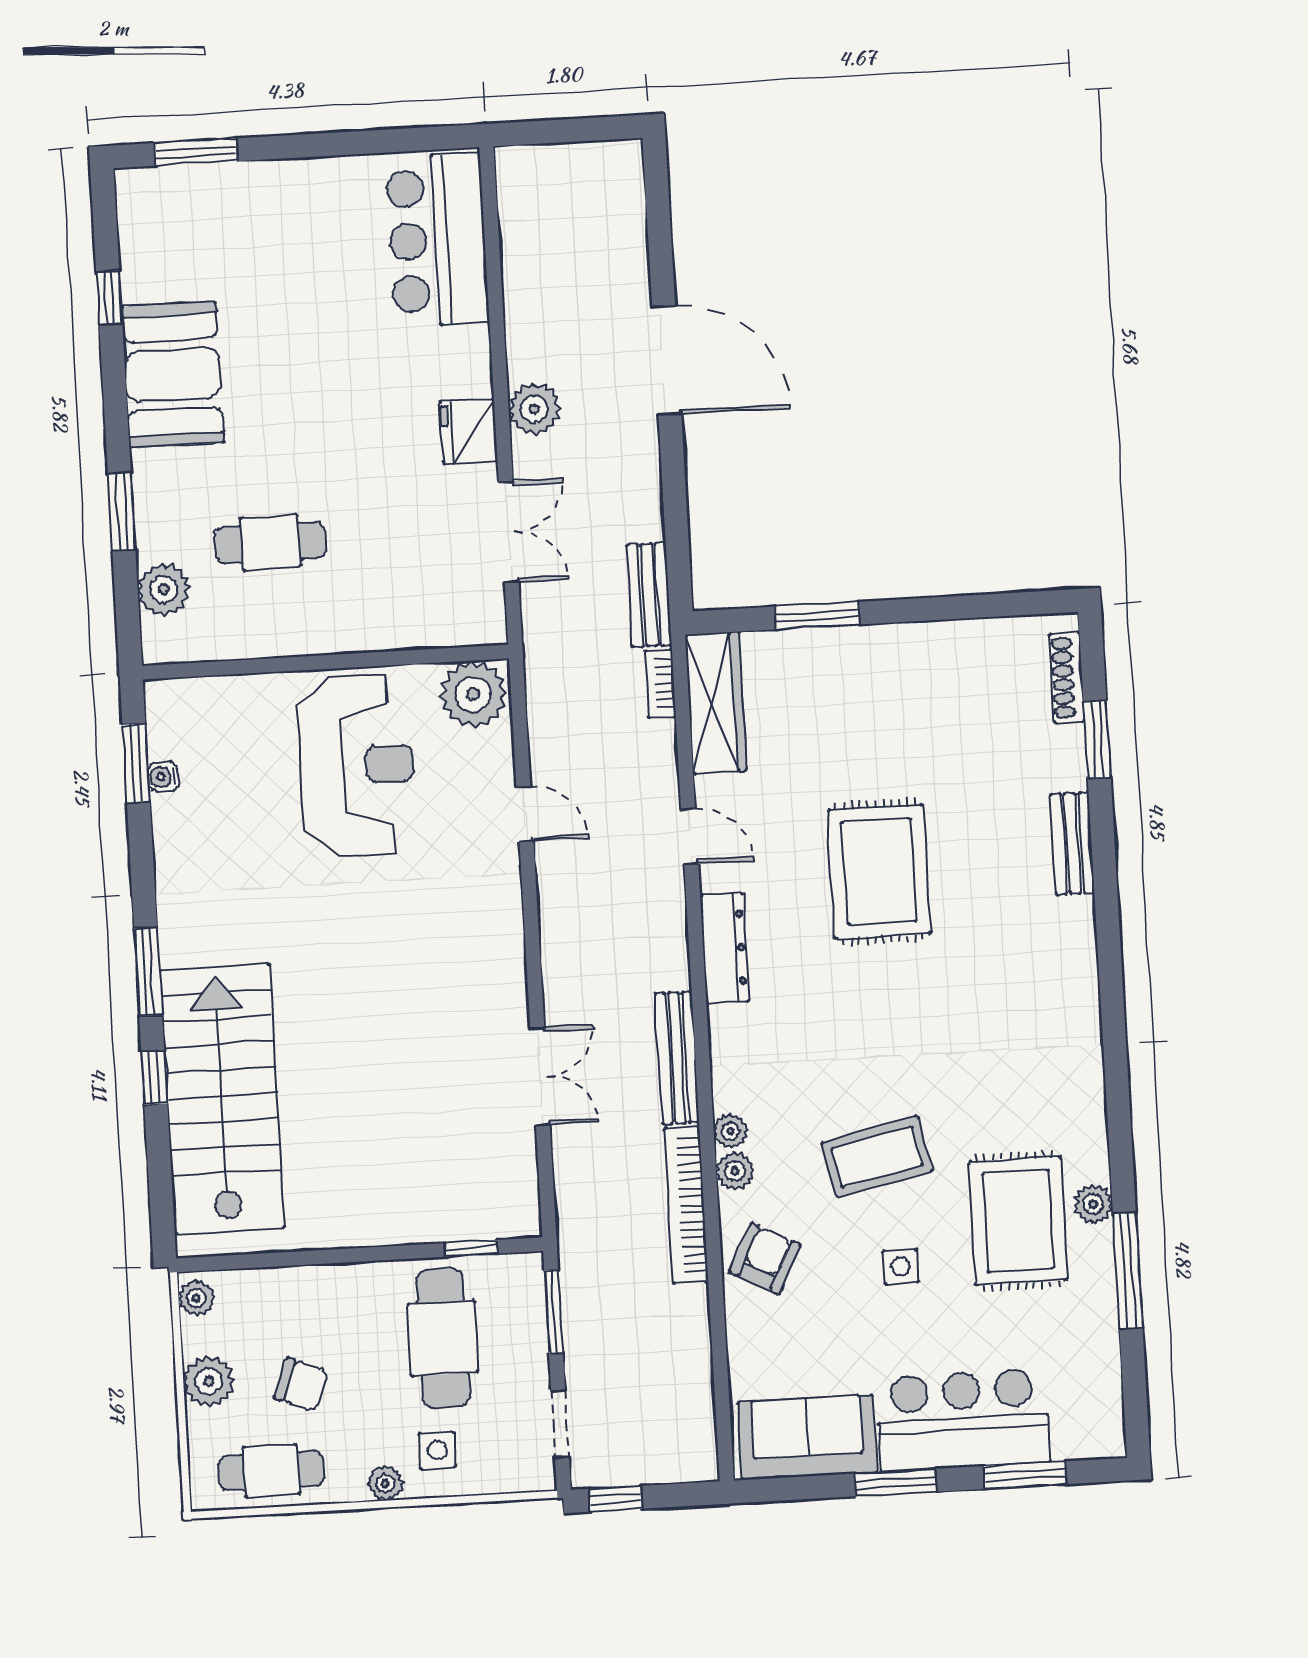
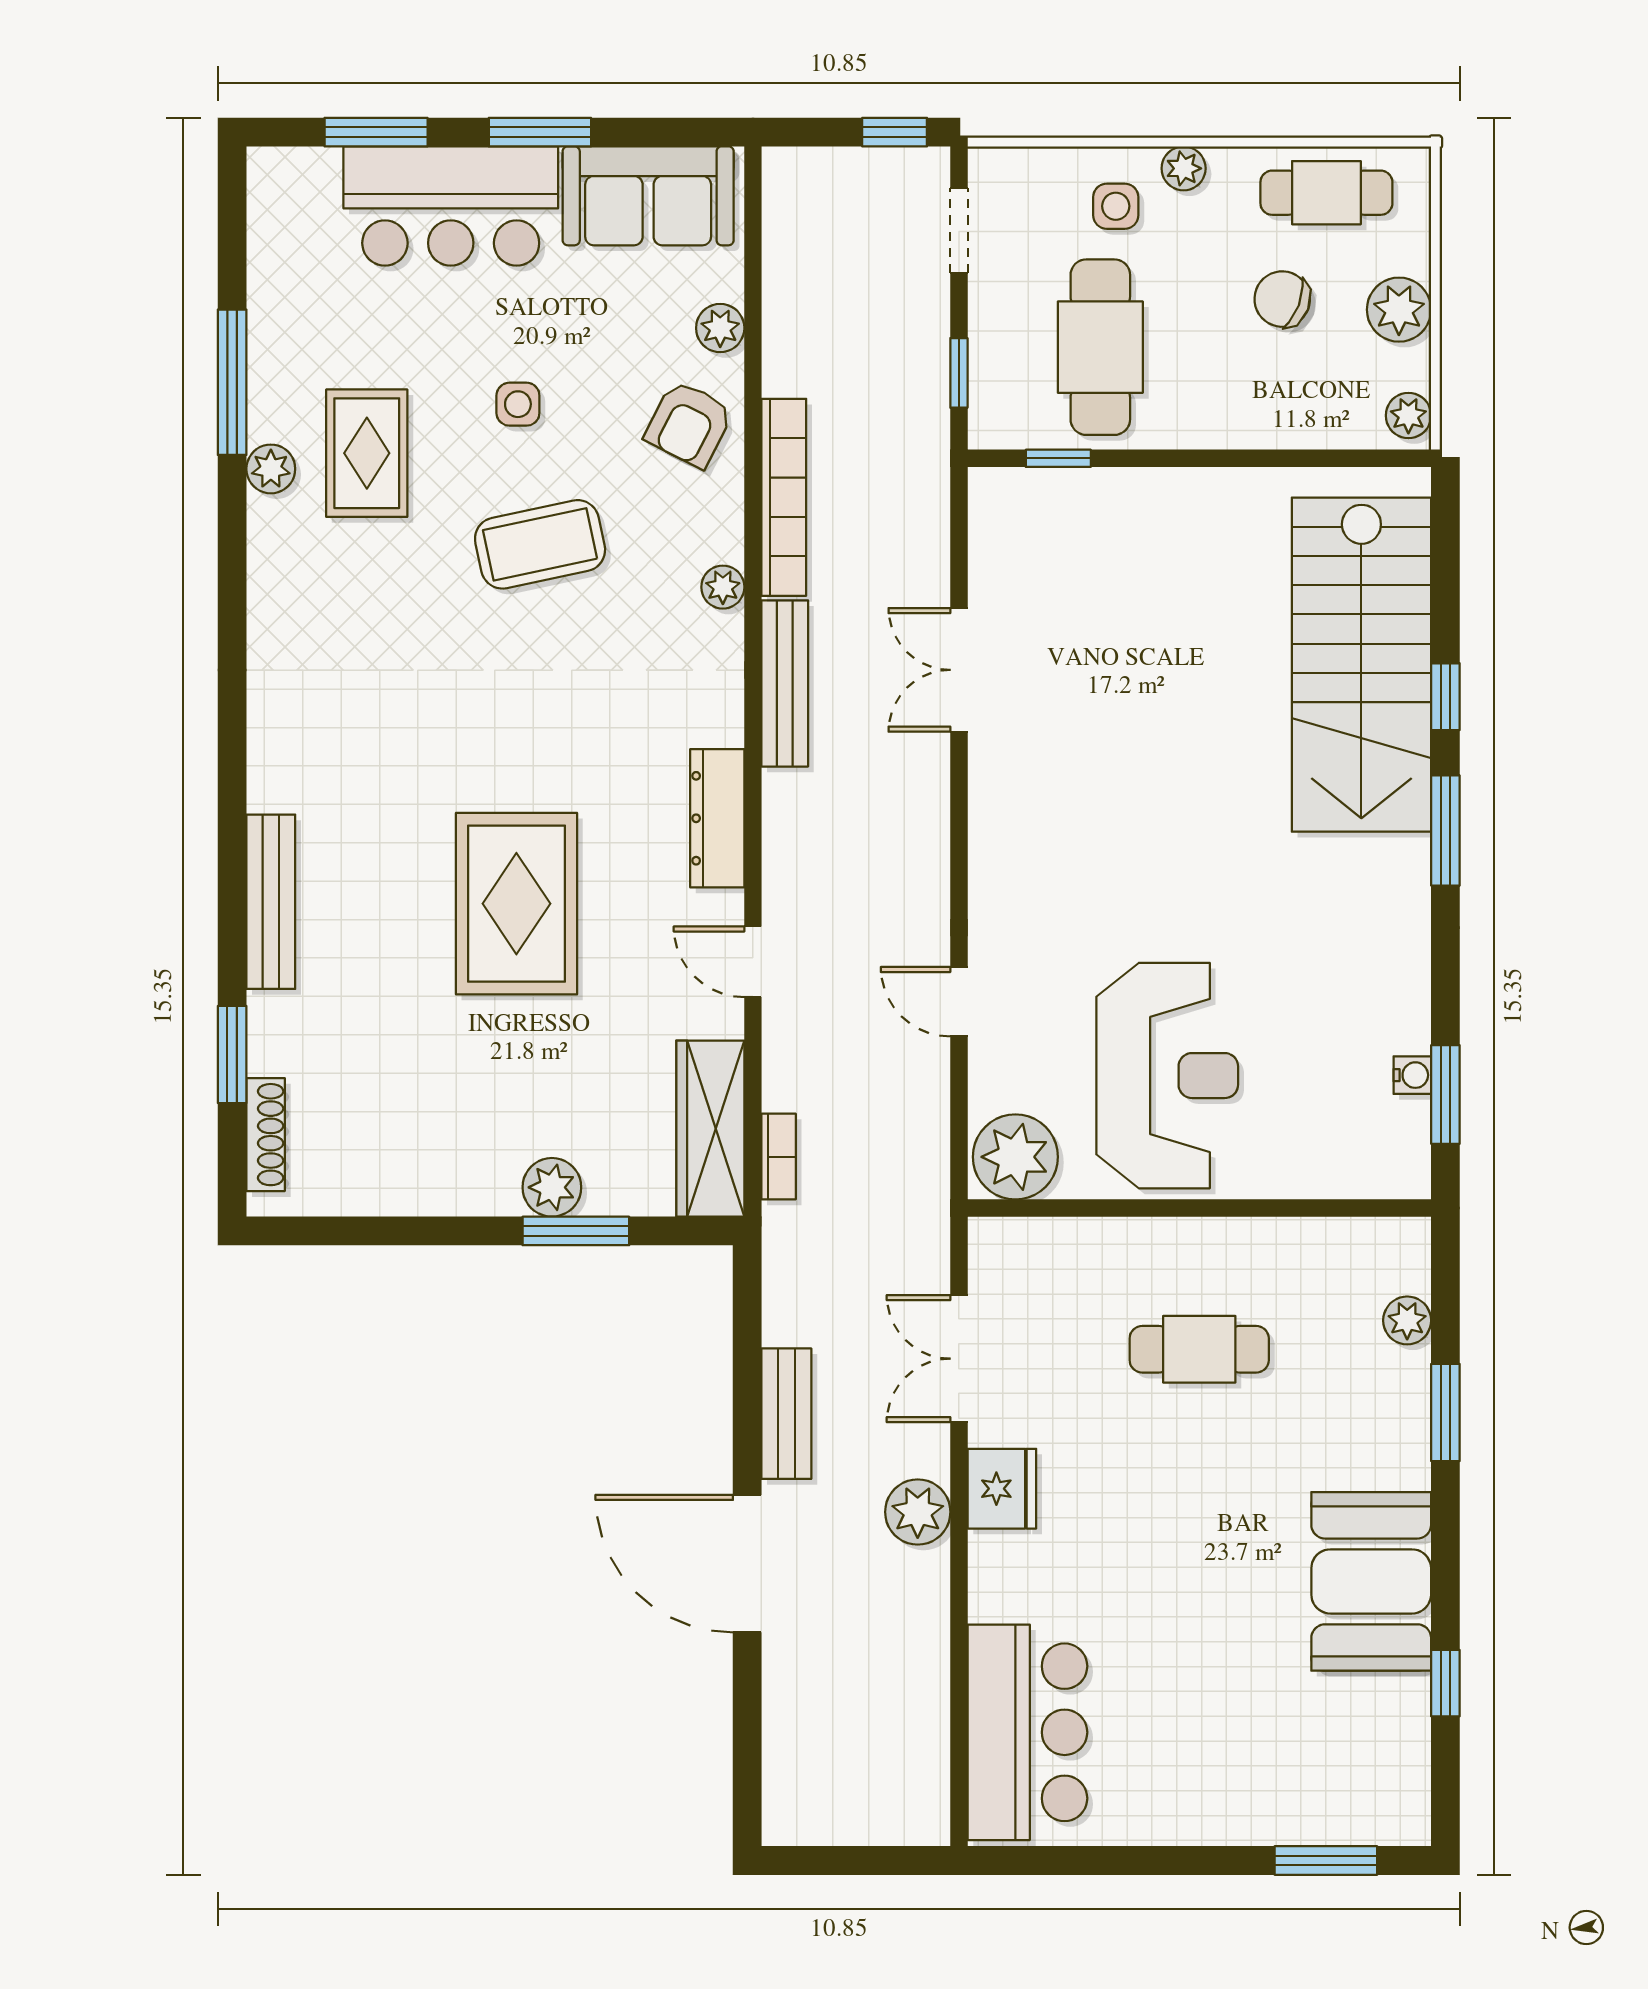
cafe table: (270, 543) -> (1199, 1349), moved
plant: (164, 589) -> (1407, 1320), width x0.73, depth x0.73
bench: (649, 595) -> (786, 1414), moved
plant: (838, 649) -> (552, 1187), added
reception desk: (357, 765) -> (1167, 1076), turned 180
bench: (1072, 844) -> (271, 902), width x1.36
plant: (735, 1171) -> (720, 328), moved
rug: (1018, 1221) -> (367, 453), width x0.73, depth x0.70
window: (554, 1311) -> (959, 373), width x0.67

